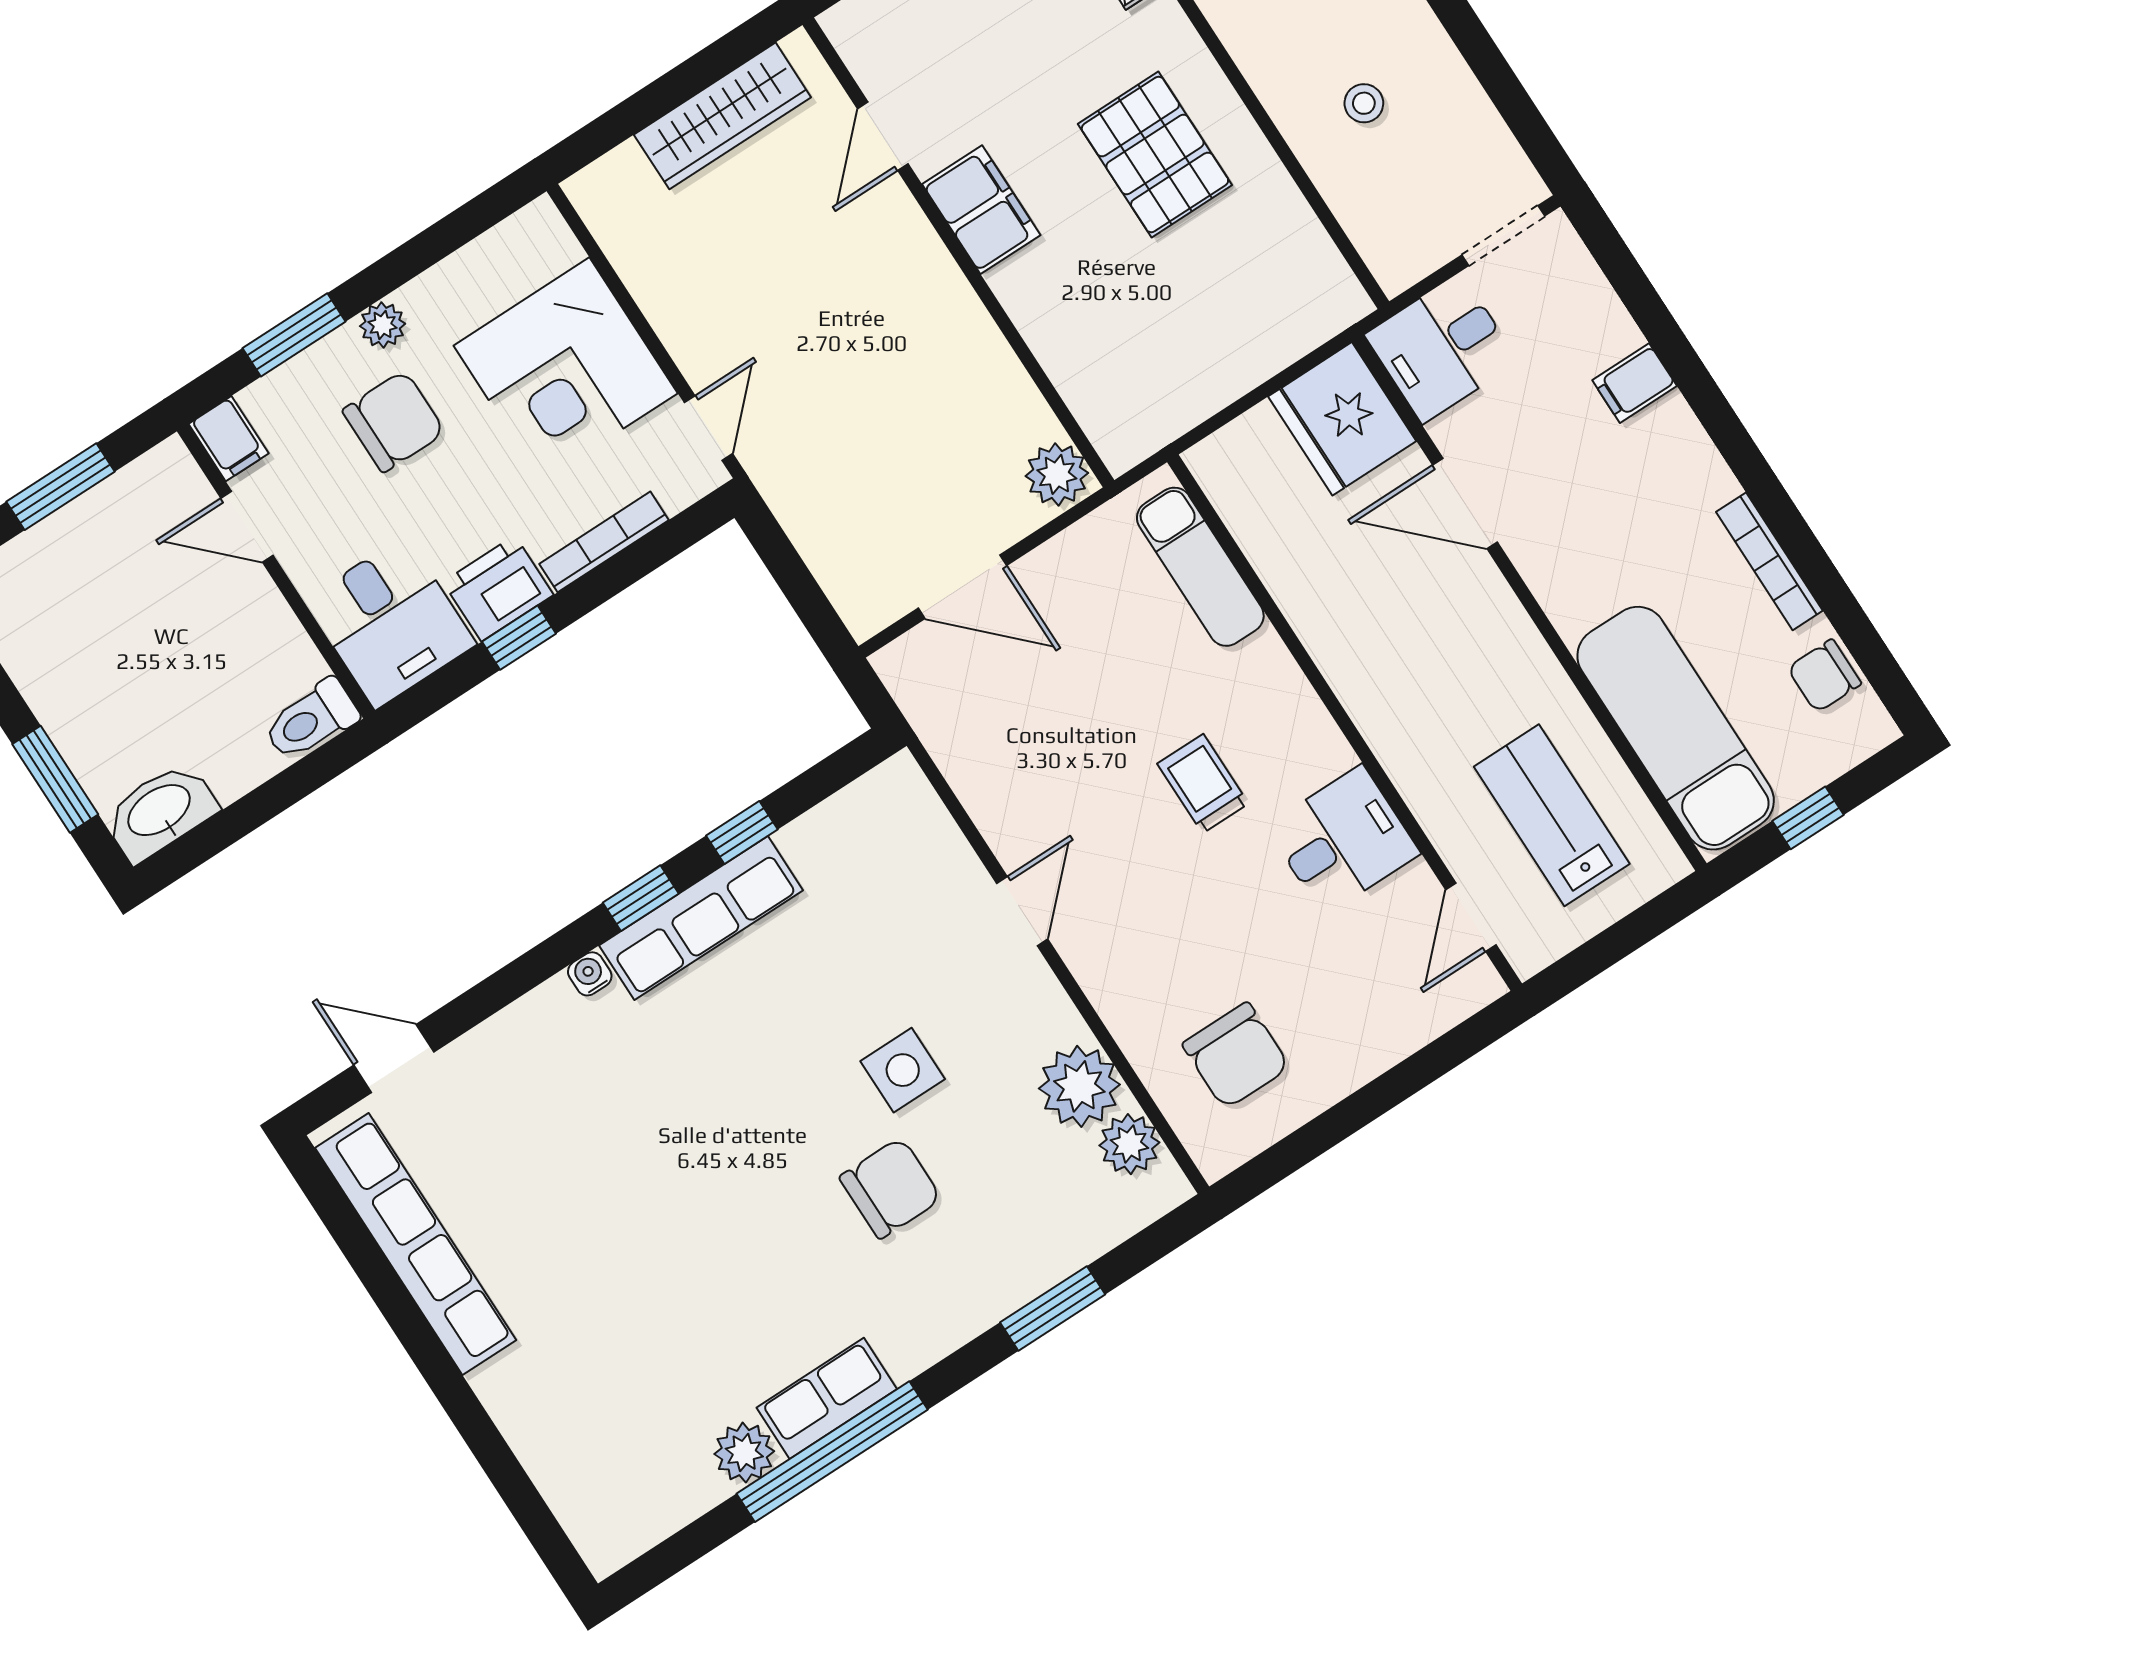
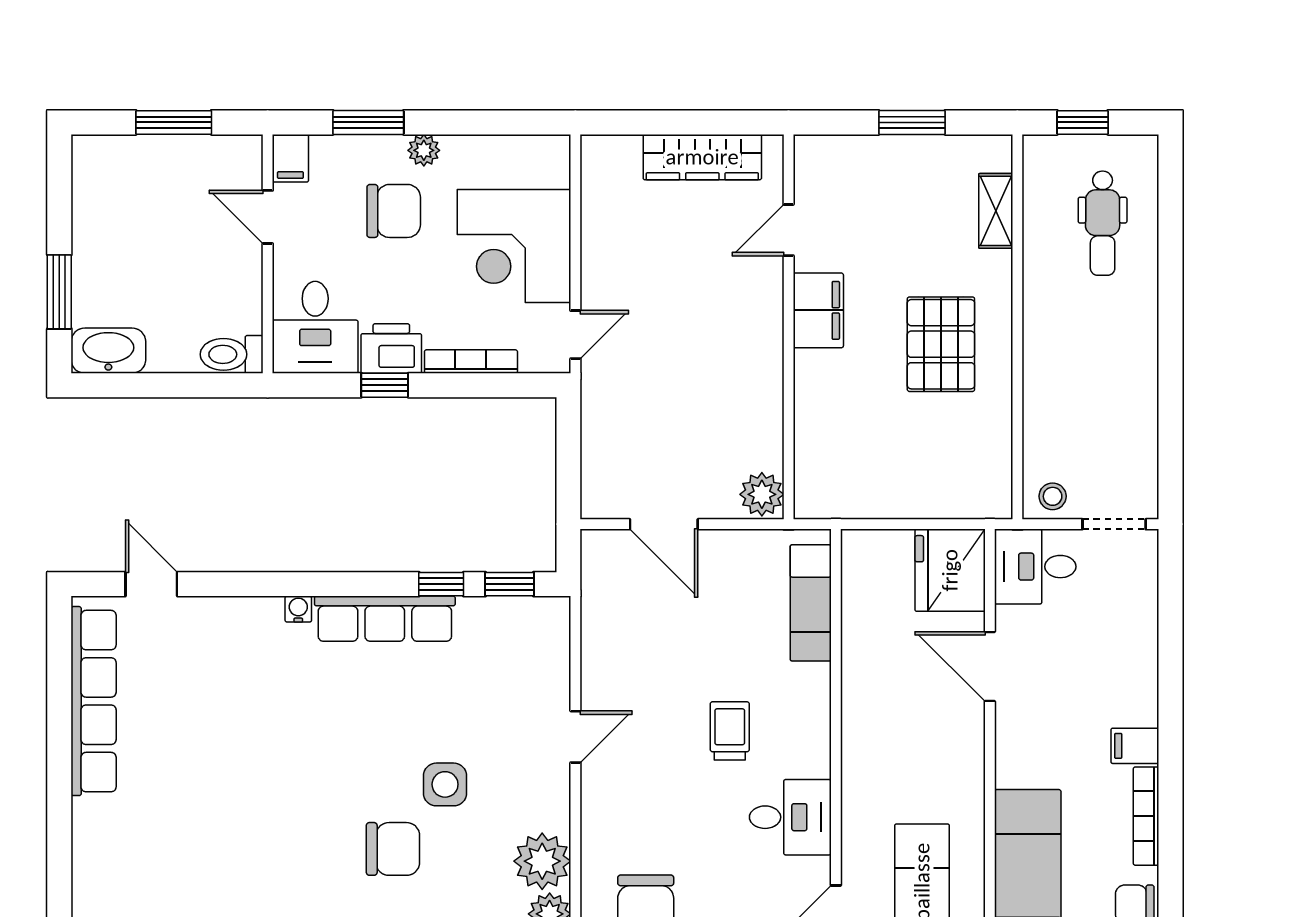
stool: (1364, 103) -> (1053, 496), moved
filing cabinet: (1635, 383) -> (1135, 746), moved
window: (641, 898) -> (509, 584), moved

